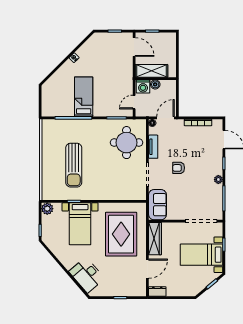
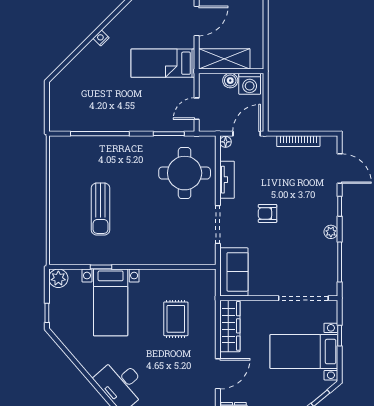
door: (134, 47) -> (197, 21), hinge flipped
washing machine: (143, 86) -> (250, 84), moved
bed: (84, 97) -> (163, 63), moved, turned -90
sun lounger: (74, 165) -> (101, 209), width x0.73, depth x0.75
rug: (121, 234) -> (176, 319), width x0.54, depth x0.49

